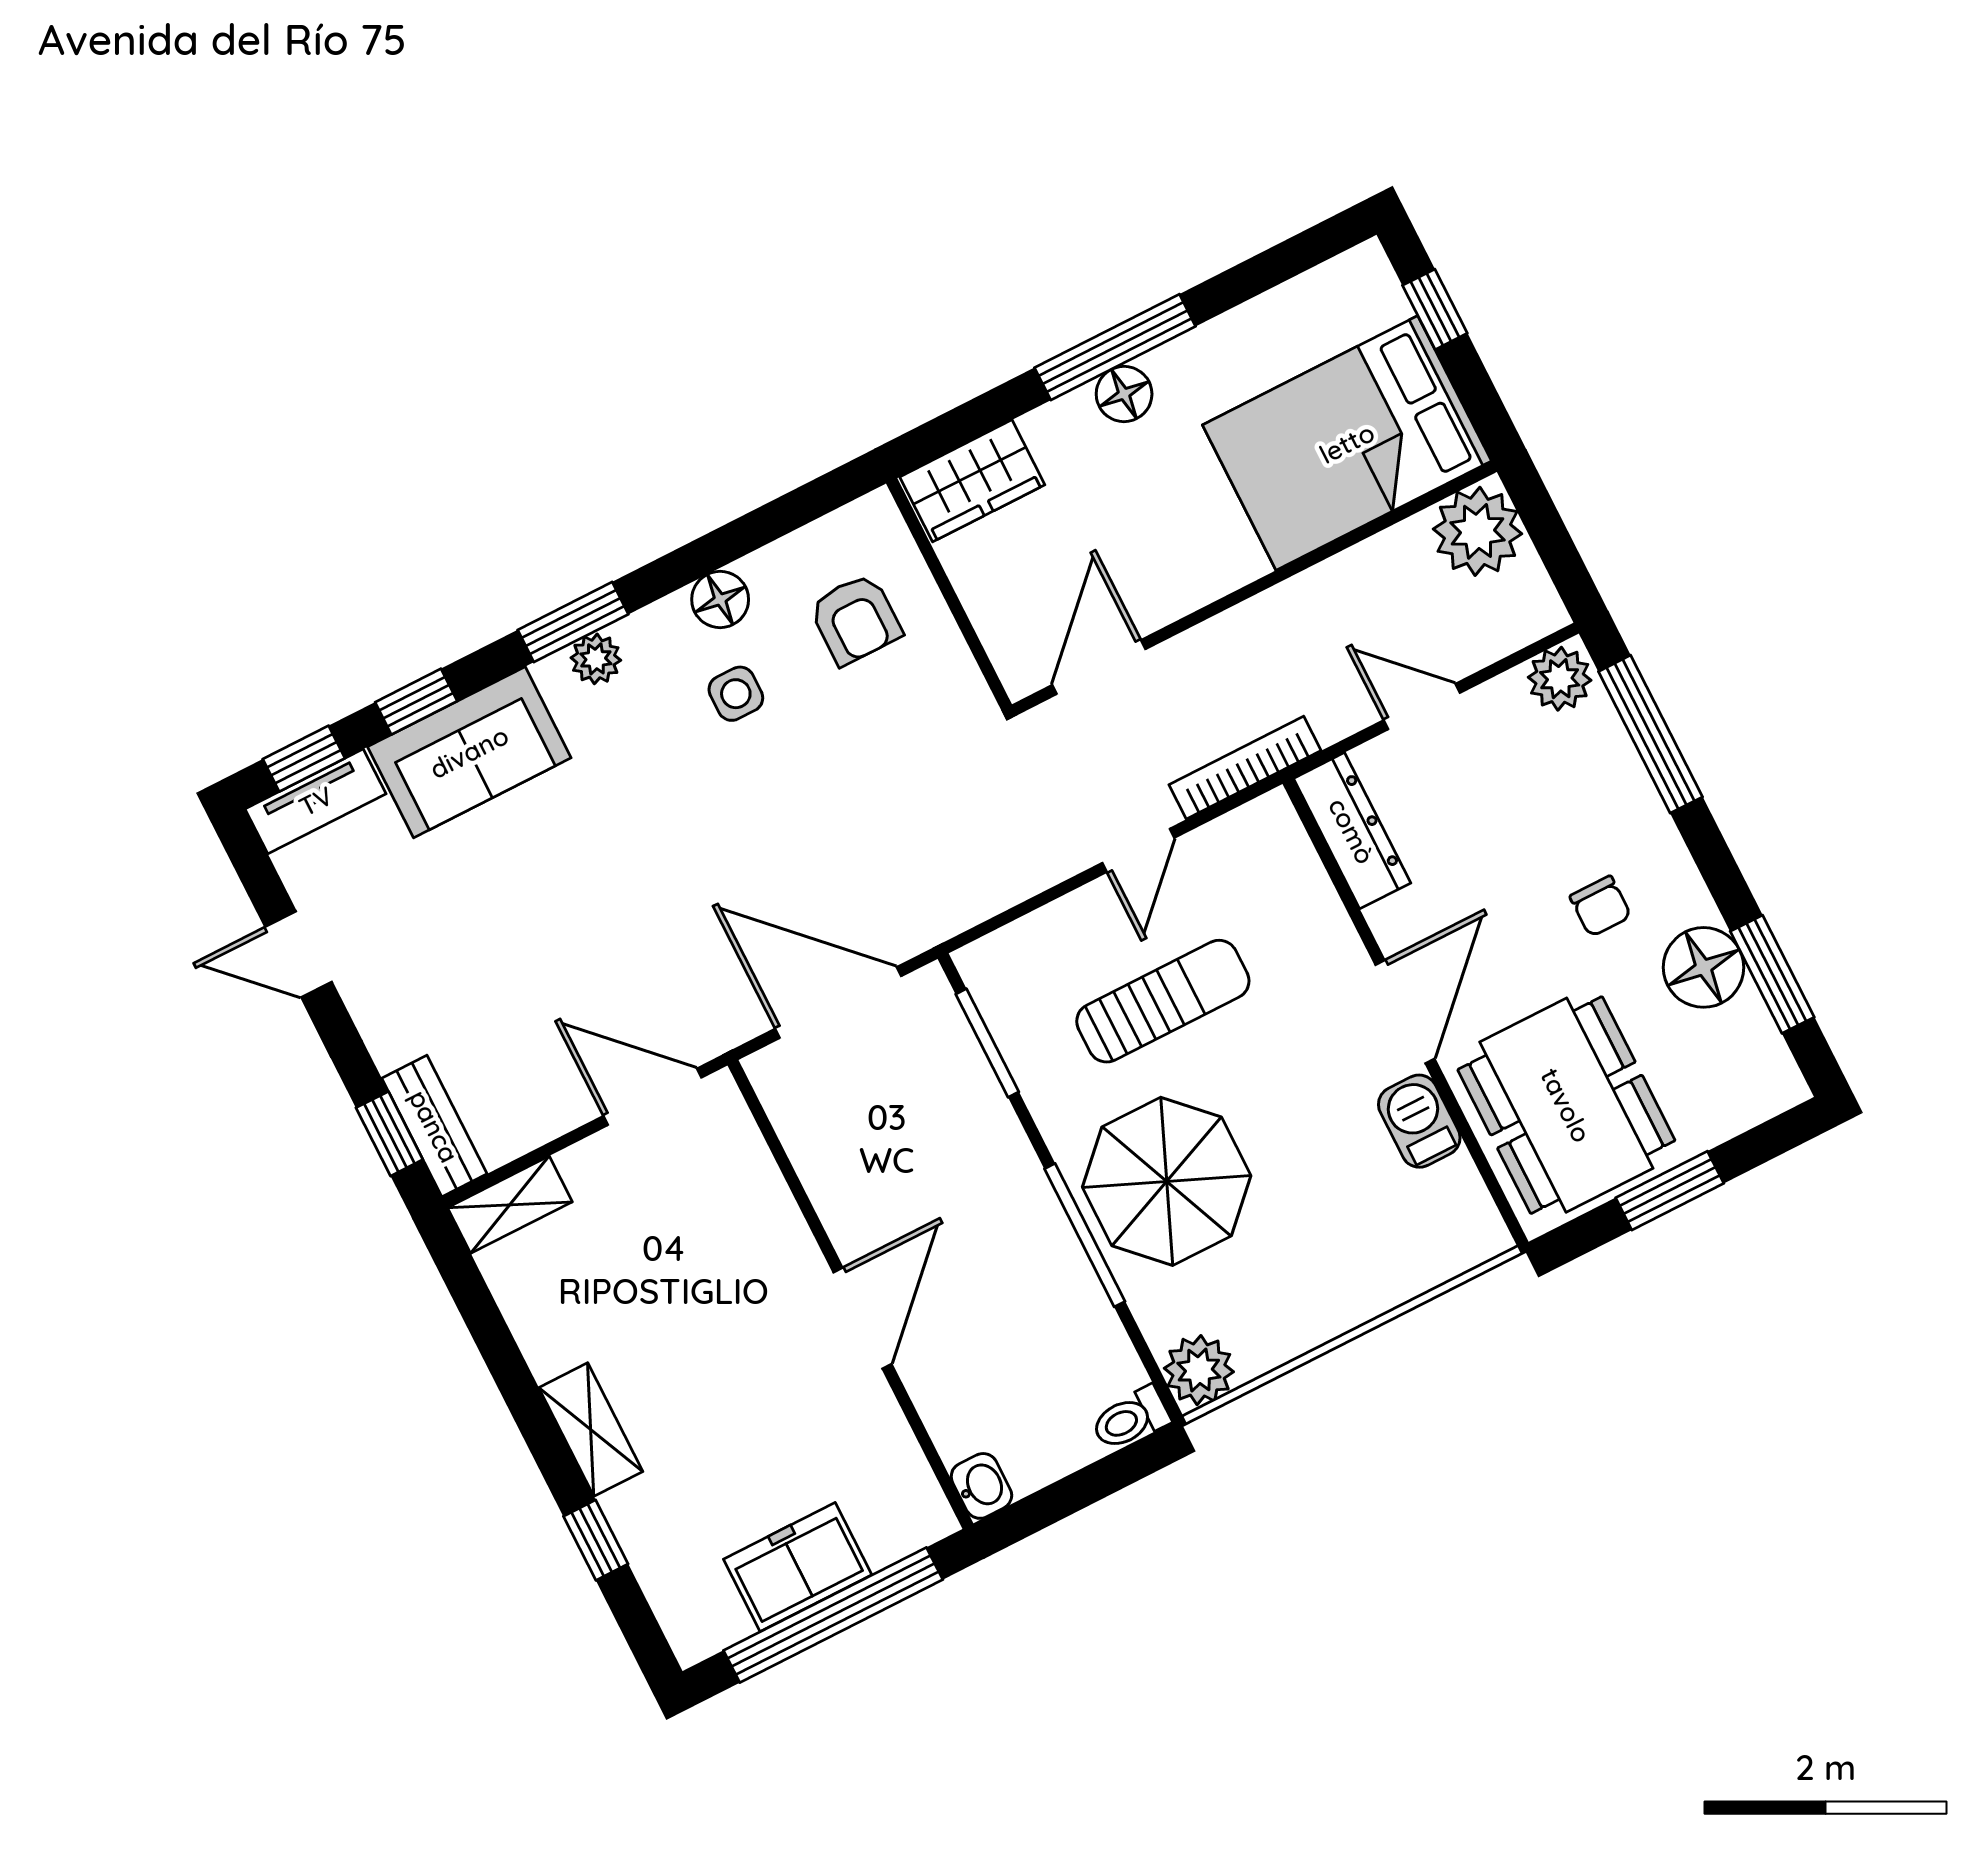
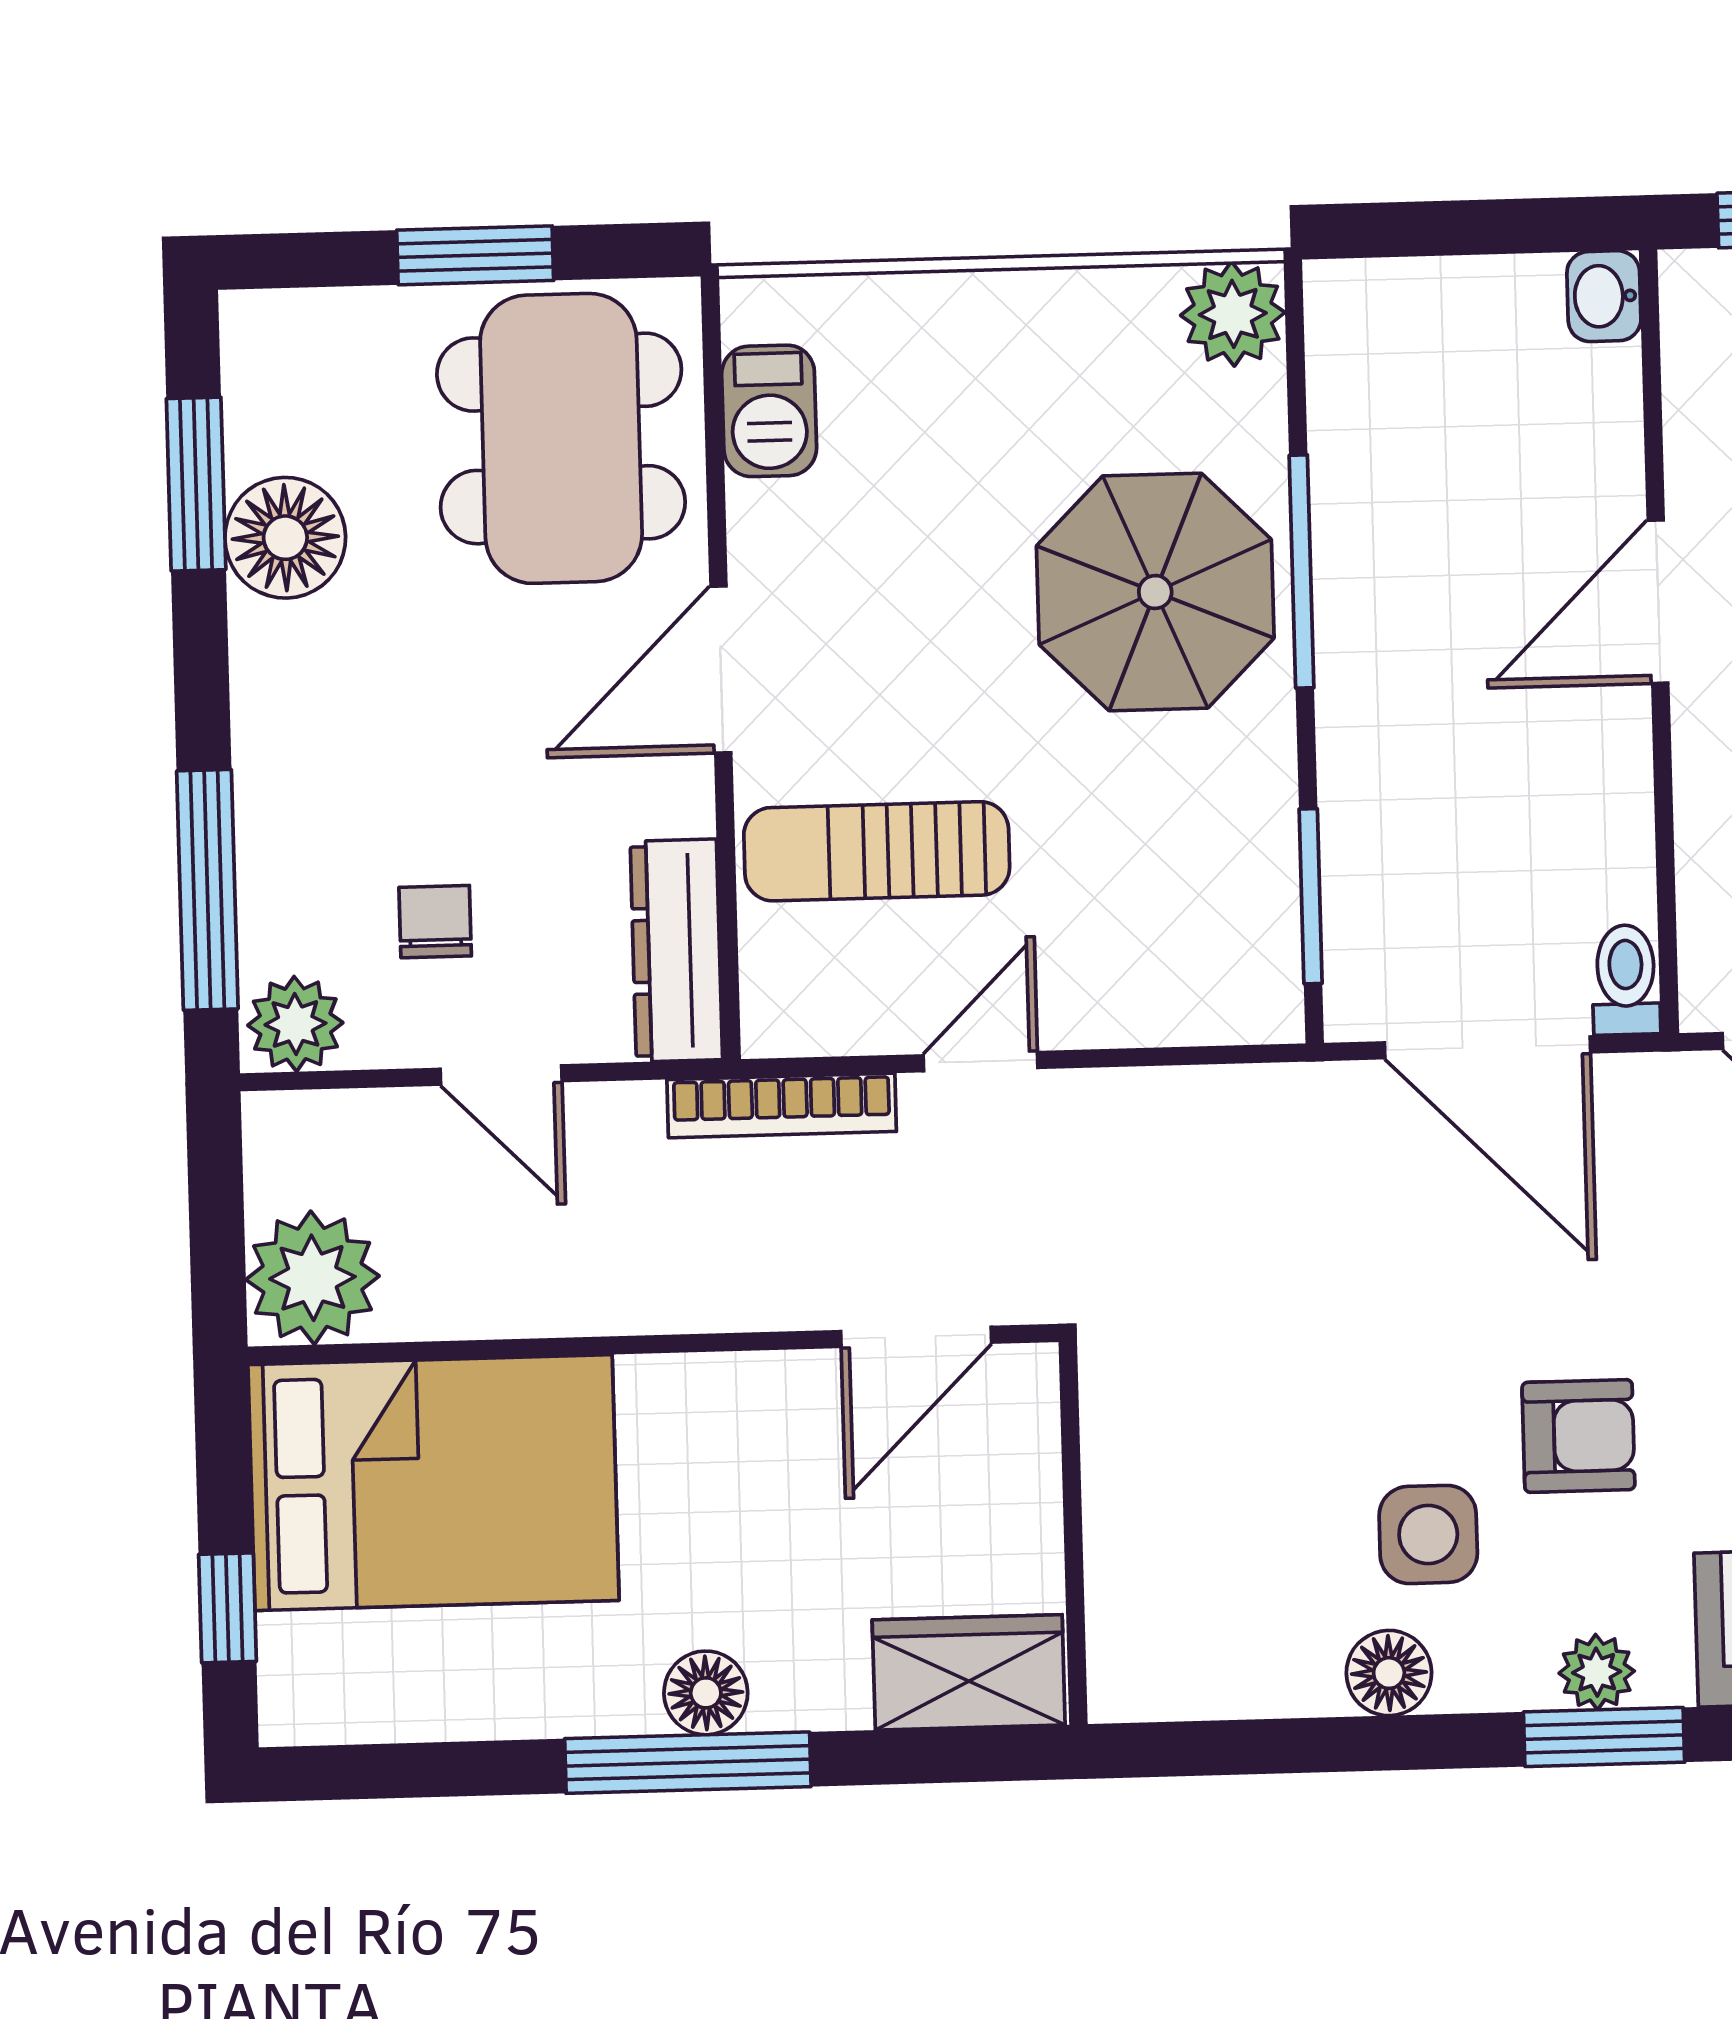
armchair: (855, 619) -> (1578, 1436), moved, turned 90
side table: (736, 694) -> (1428, 1534), width x1.37, depth x1.37
chair: (1600, 906) -> (435, 922), moved
sun lounger: (1163, 1001) -> (877, 851), moved
barbecue: (1419, 1121) -> (769, 411), moved
toilet: (1130, 1419) -> (1626, 980), moved, turned -90

